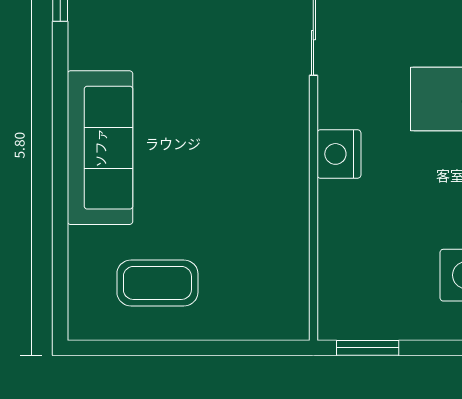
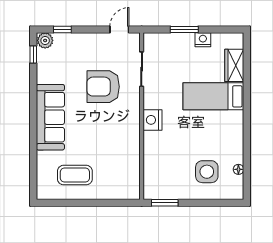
armchair: (224, 76) -> (103, 87), added

